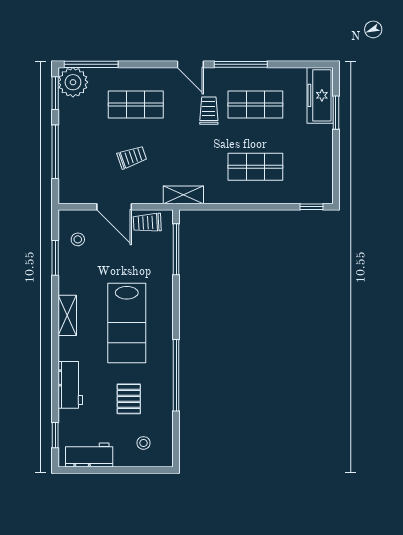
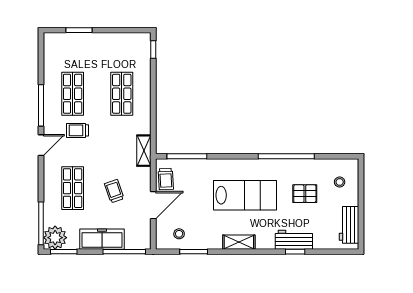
freezer: (320, 95) -> (102, 239), moved, turned 180
window: (55, 152) -> (124, 252), moved
window: (55, 435) -> (295, 252), moved

